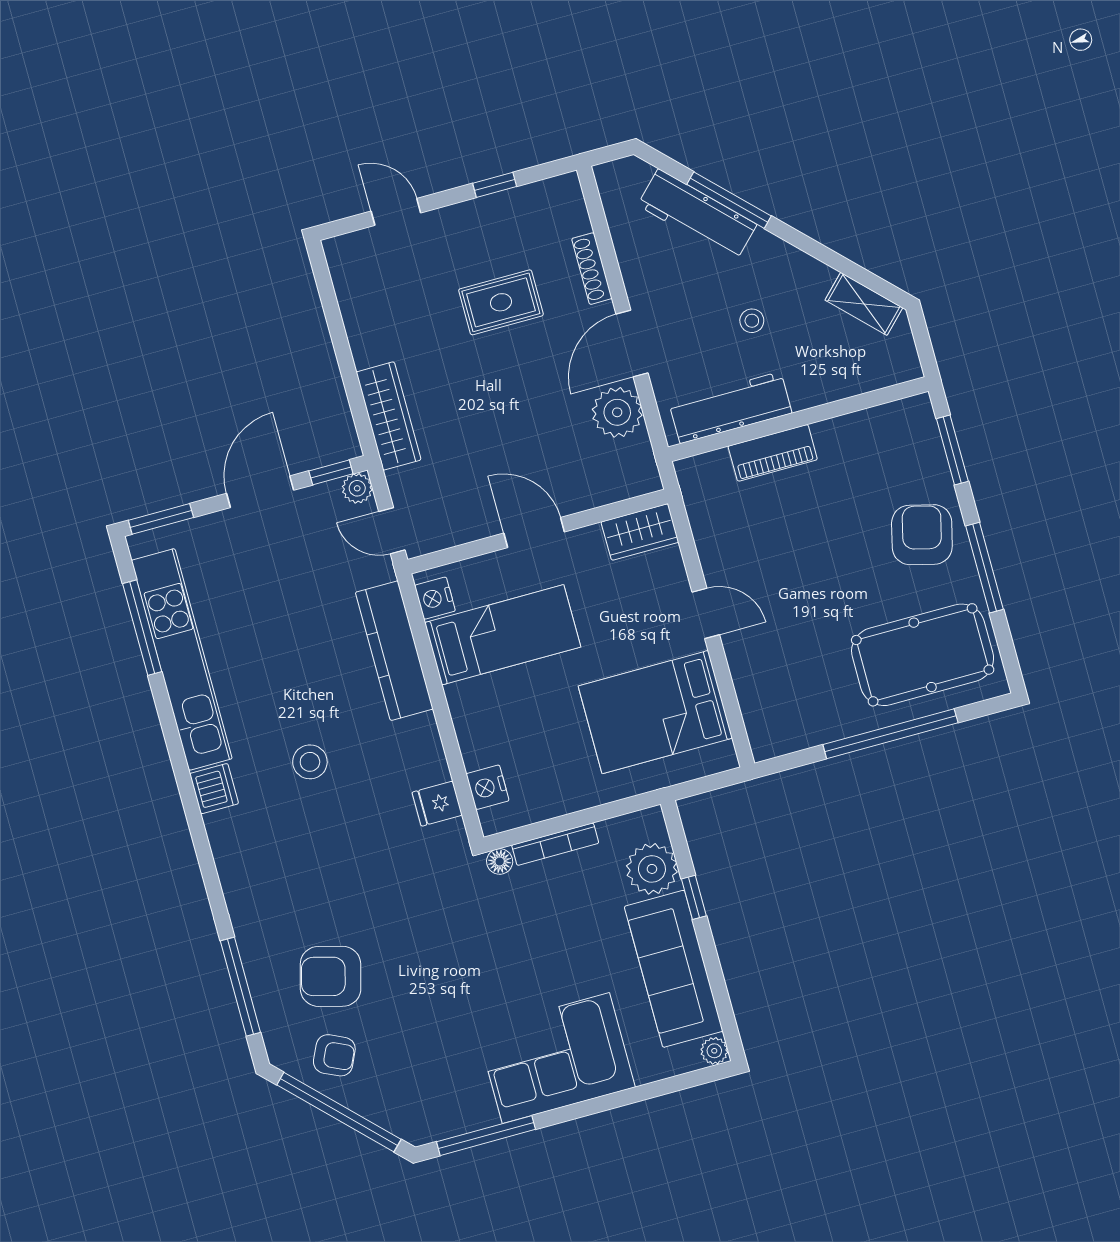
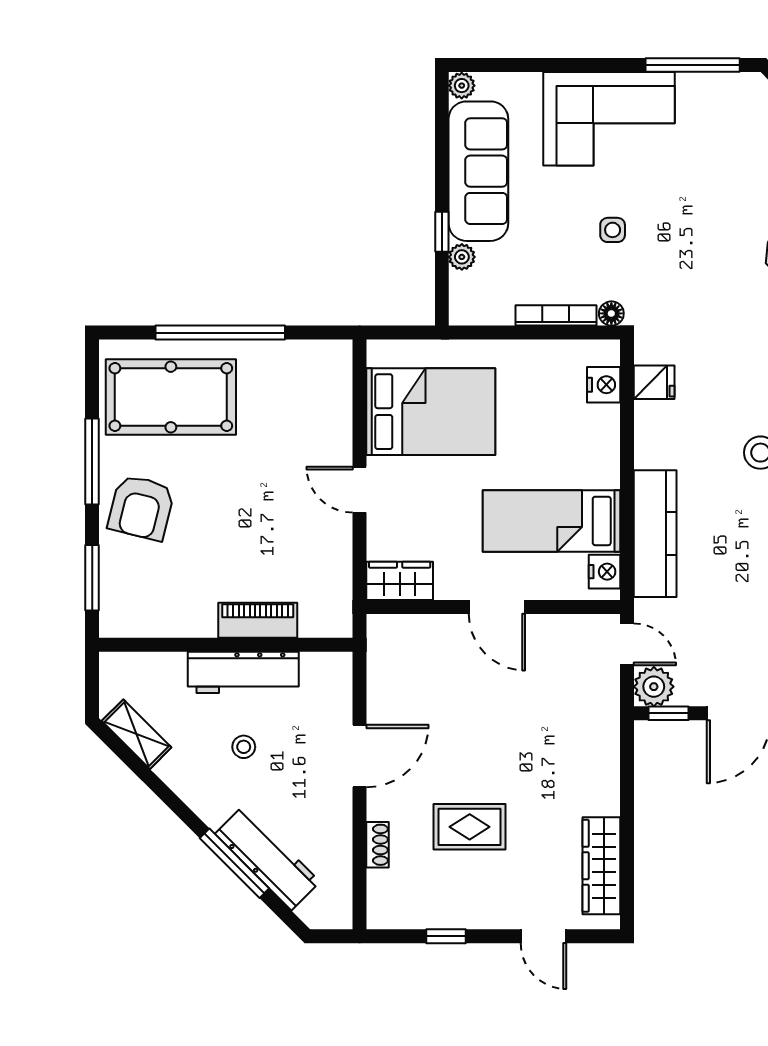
shoe rack: (592, 269) -> (378, 845), width x0.70
workbench: (730, 408) -> (243, 672), moved
plant: (617, 412) -> (390, 697), removed
wardrobe: (389, 416) -> (601, 866), moved
plant: (357, 488) -> (654, 687), width x1.38, depth x1.38
plant: (652, 869) -> (462, 257), width x0.53, depth x0.53
side table: (521, 946) -> (613, 230), added

